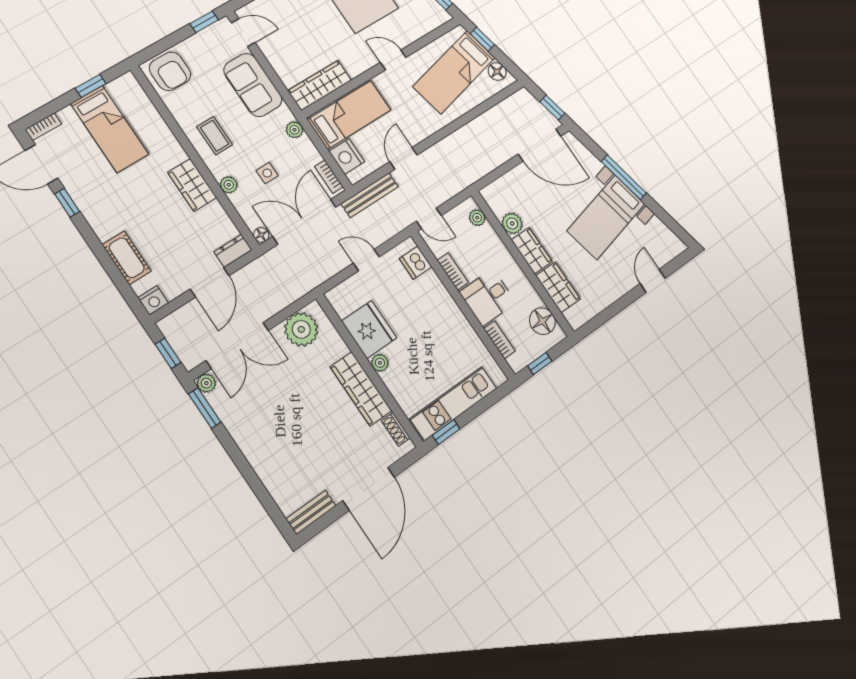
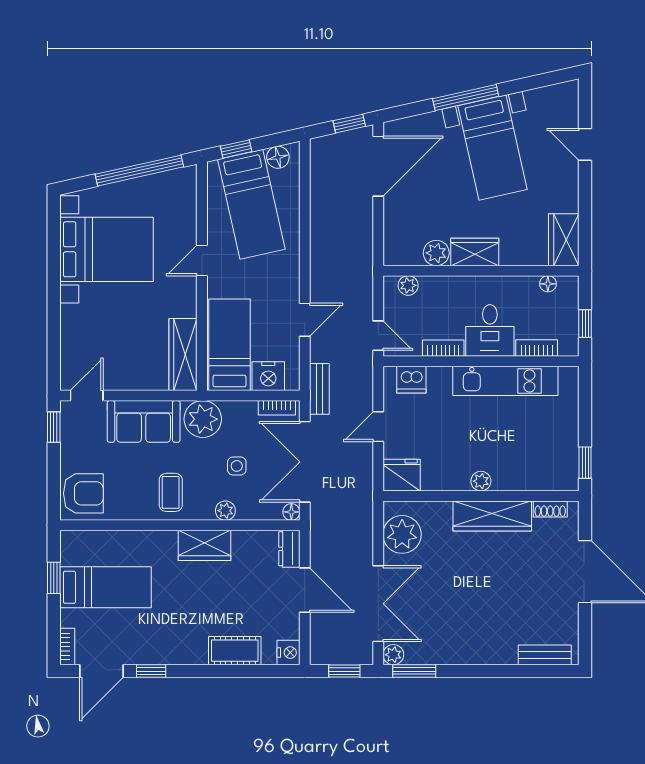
plant: (294, 130) -> (203, 419), width x1.87, depth x1.87
coffee table: (215, 136) -> (171, 492), turned 90
door: (403, 158) -> (305, 320), swing flipped
bench: (370, 195) -> (319, 389), width x0.73
door: (429, 218) -> (378, 336), hinge flipped
wardrobe: (558, 287) -> (564, 240), moved, turned -90
floor lamp: (542, 321) -> (548, 284), width x0.53, depth x0.53
fridge: (369, 329) -> (402, 475), moved, width x0.73, depth x0.75
kitchen unit: (453, 403) -> (505, 381), moved, turned -90
bench: (311, 512) -> (545, 655), moved, turned 90

